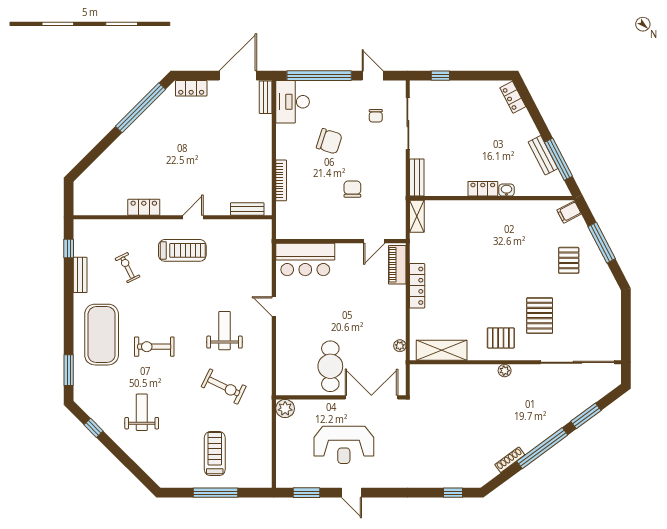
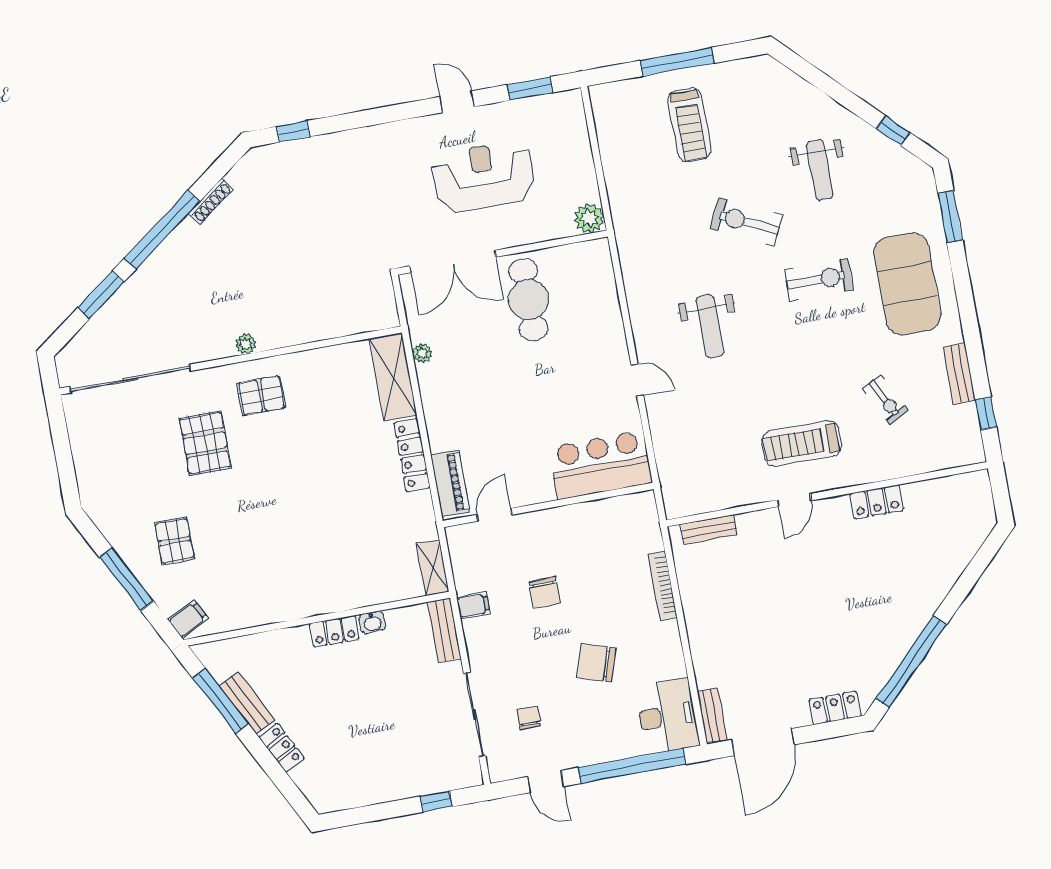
locker: (513, 97) -> (282, 748), moved
filing cabinet: (397, 189) -> (473, 606), added
washbasin: (506, 190) -> (372, 622), moved
shelving: (442, 350) -> (393, 377), moved, turned 90
exercise bike: (224, 387) -> (746, 222), moved

